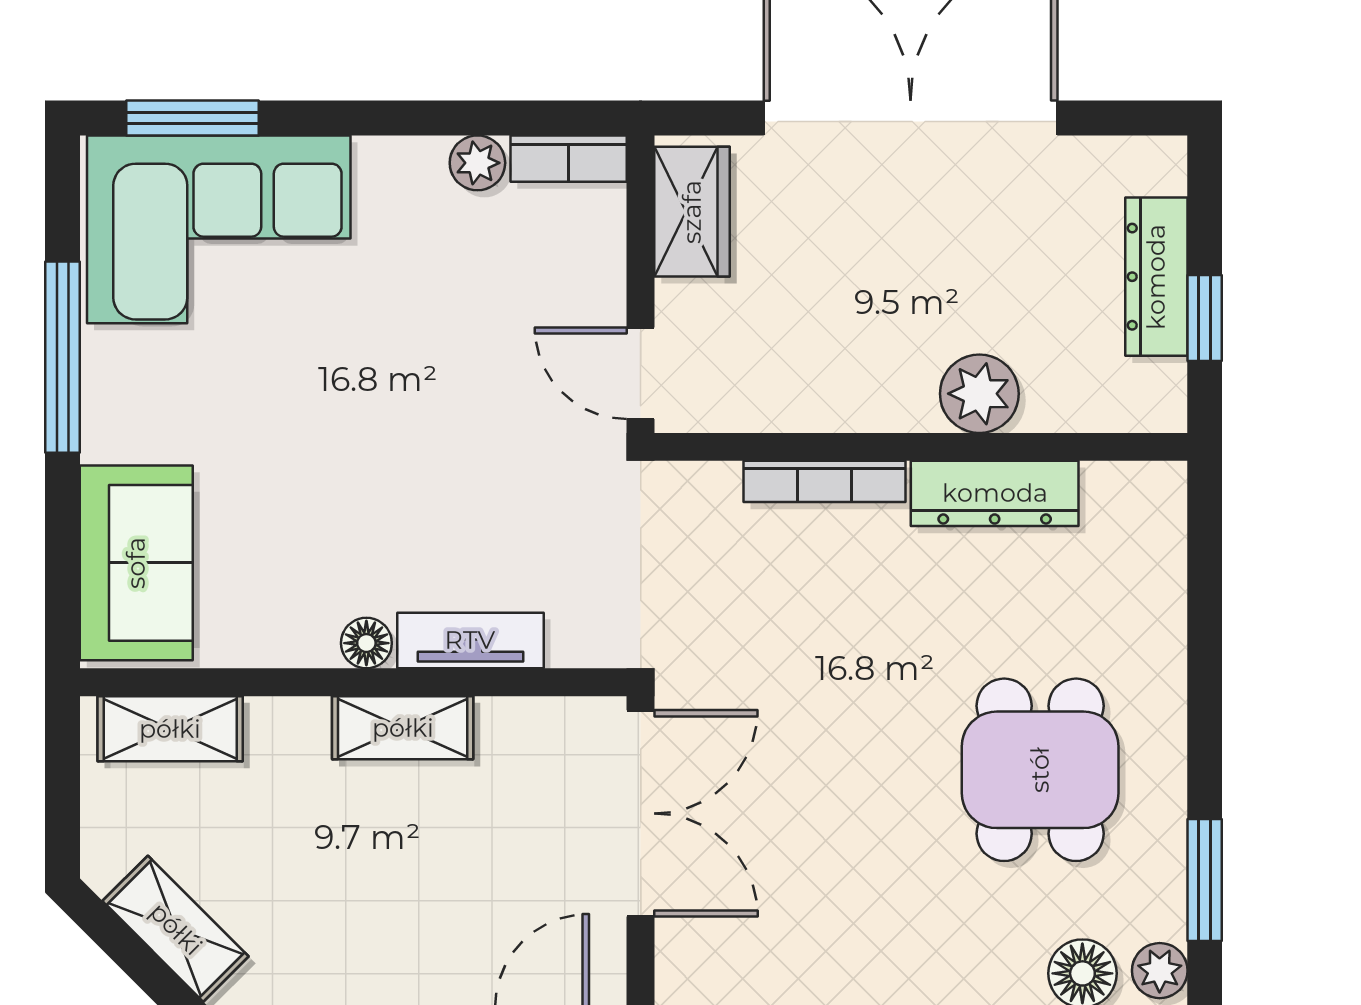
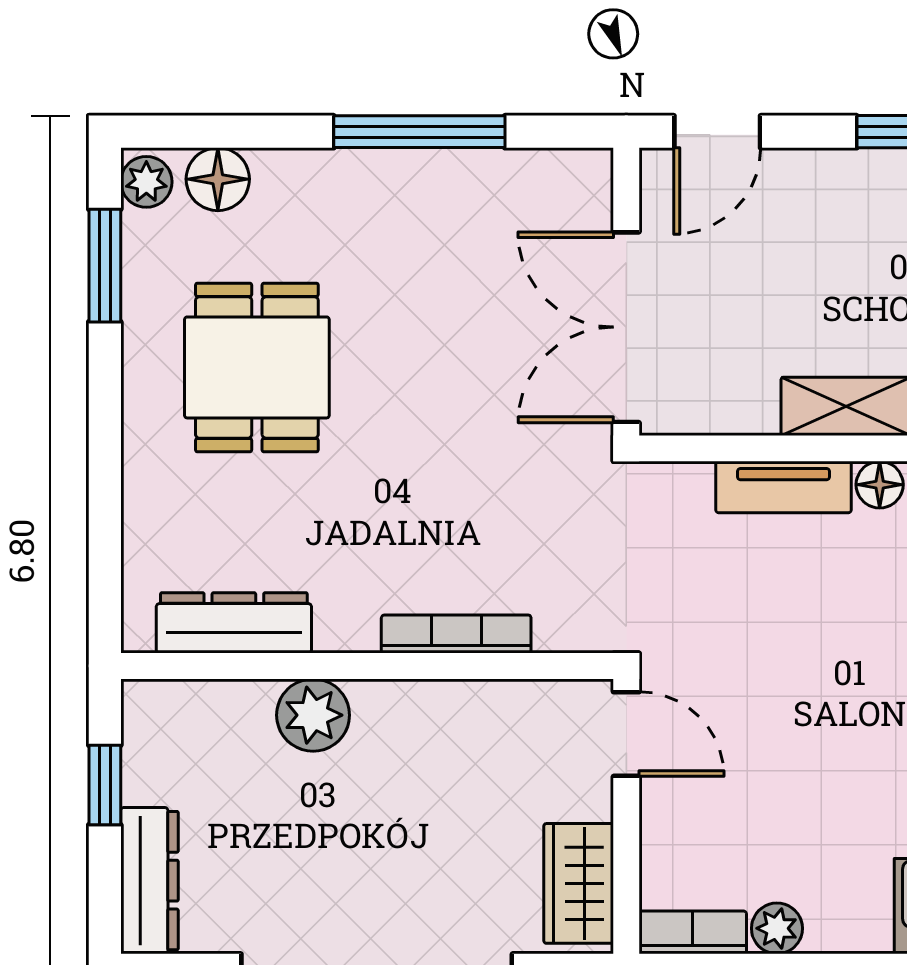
dresser: (1156, 277) -> (149, 881), moved
dresser: (995, 493) -> (234, 623), moved

